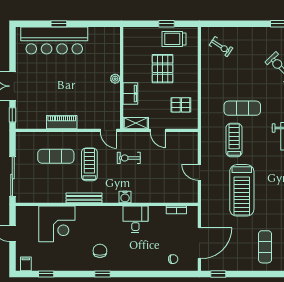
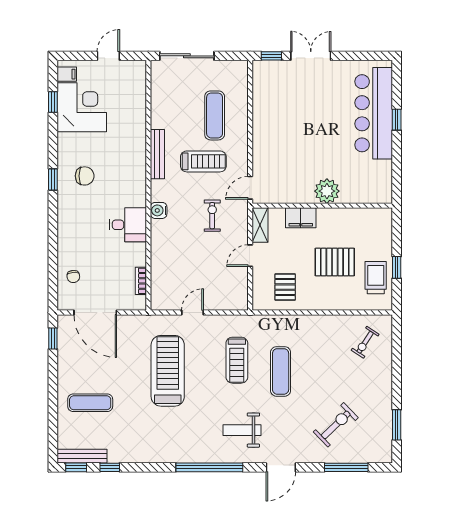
plant: (115, 79) -> (327, 191), width x1.87, depth x1.87
piano: (62, 122) -> (261, 124), removed
treadmill: (234, 140) -> (237, 360), turned 90
treadmill: (242, 190) -> (168, 371), turned 90
corner desk: (57, 224) -> (82, 107), moved, turned 180

